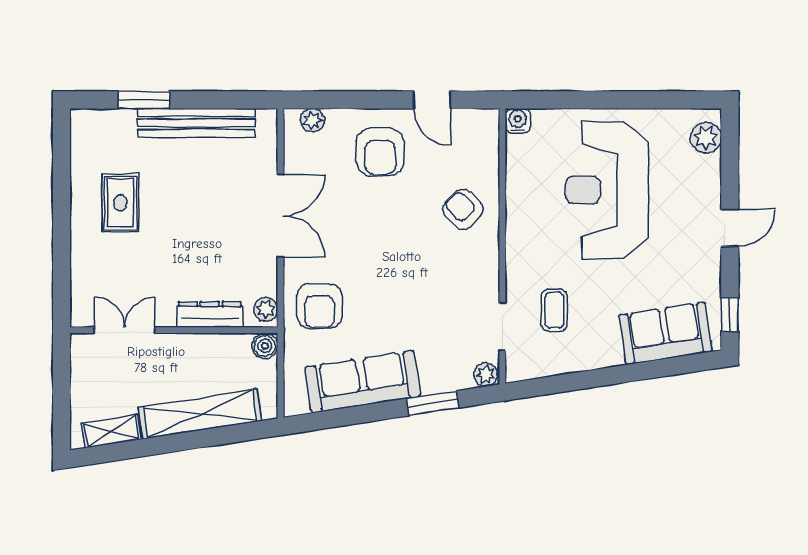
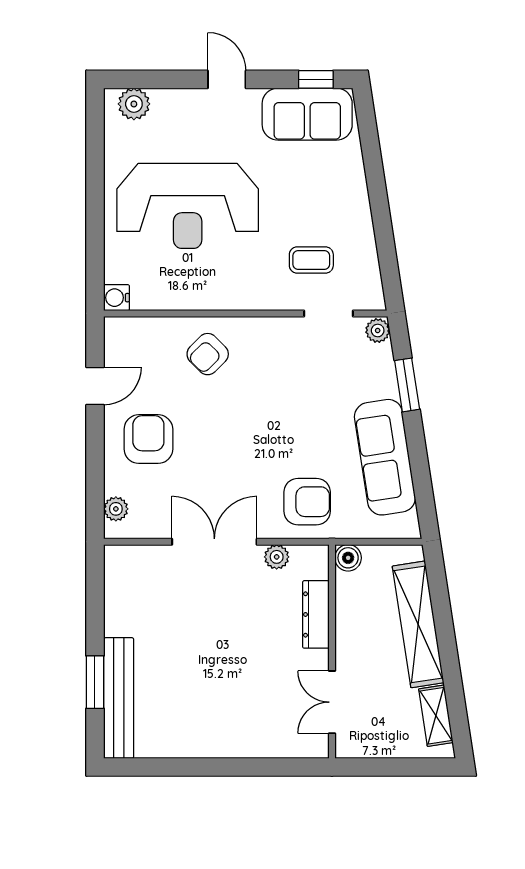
bench: (196, 123) -> (119, 698), moved
armchair: (380, 152) -> (148, 439), turned -90
rug: (120, 203) -> (201, 706), removed
plant: (266, 309) -> (277, 557), moved
sofa: (665, 333) -> (307, 114), moved, turned -81

